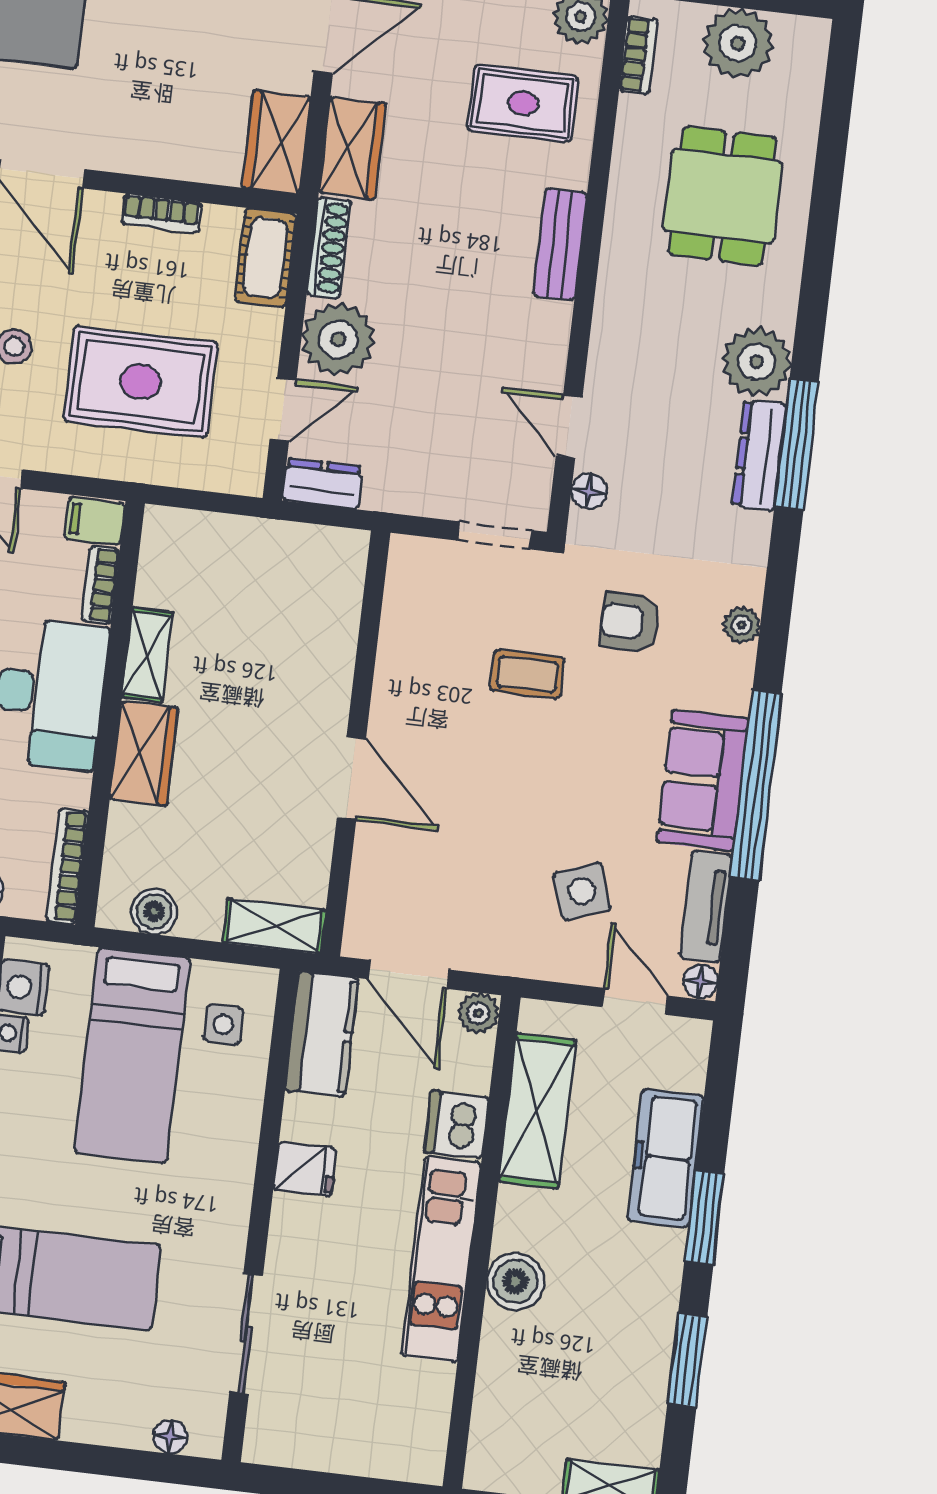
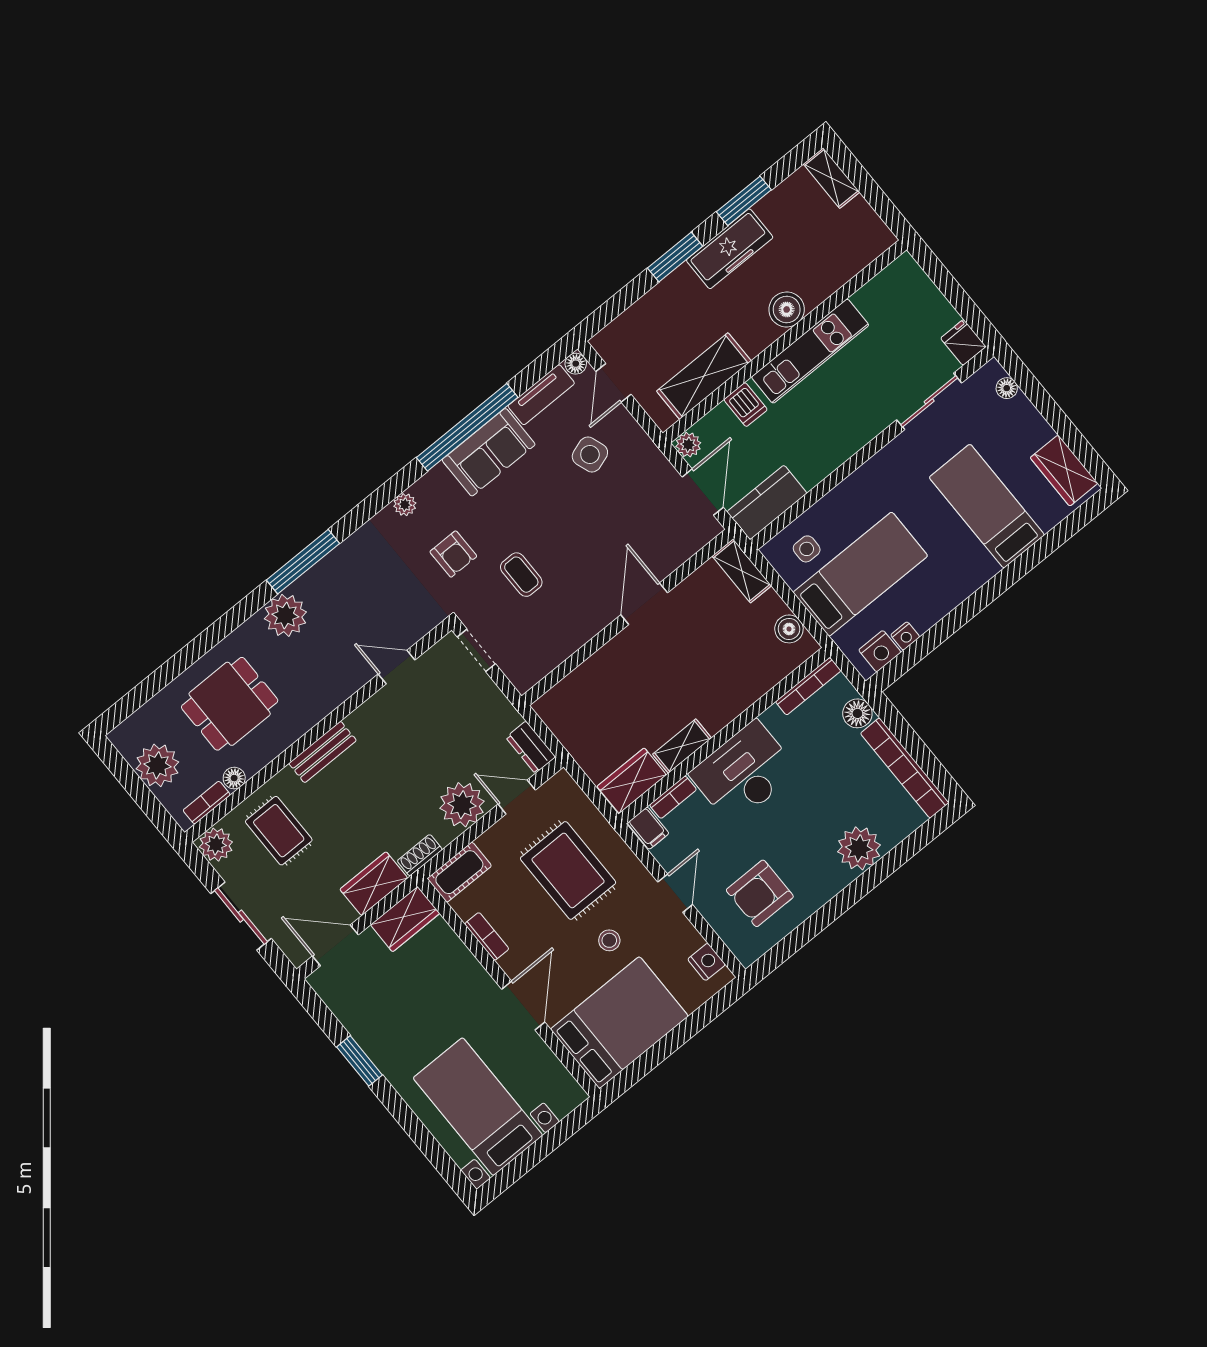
shoe rack: (329, 248) -> (420, 855), width x0.70
door: (569, 427) -> (397, 667), swing flipped
dresser: (759, 455) -> (324, 573), removed
floor lamp: (589, 491) -> (234, 778), moved
wardrobe: (144, 754) -> (632, 781), moved
dishwasher: (457, 1124) -> (746, 405), width x0.73
freezer: (666, 1158) -> (730, 249), moved
fridge: (305, 1169) -> (963, 342), moved

